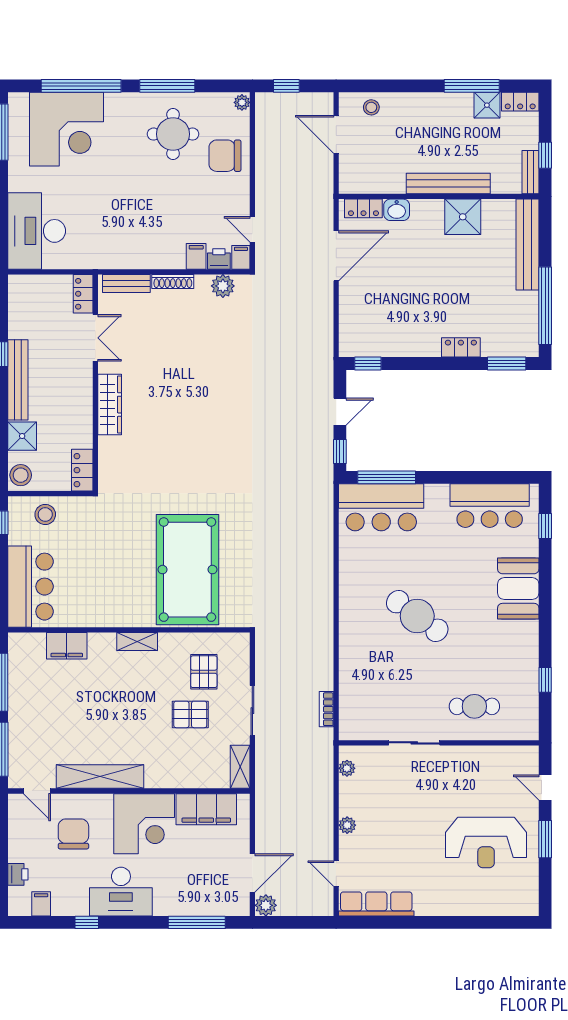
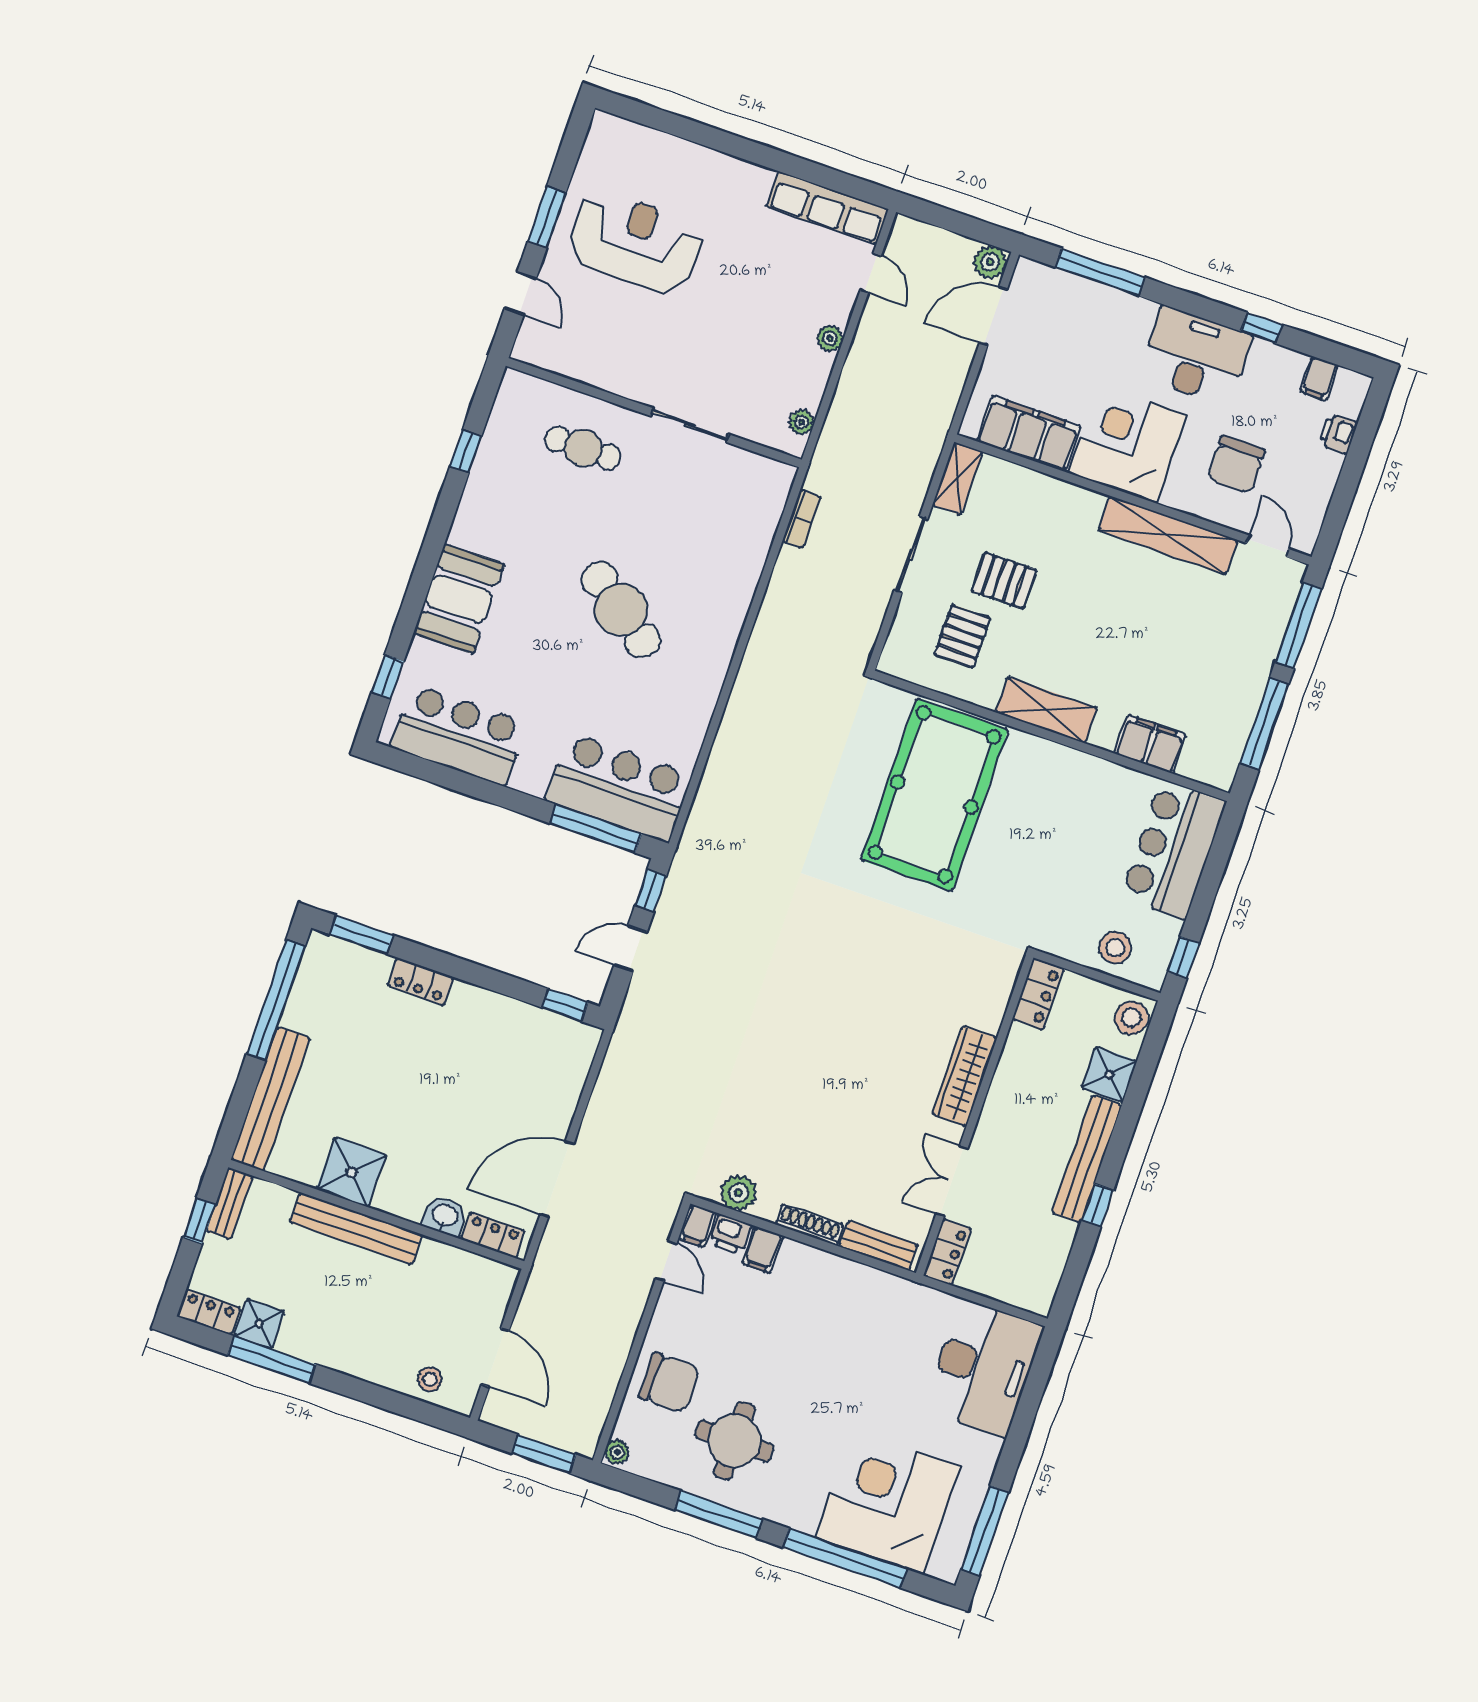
window: (286, 86) -> (544, 1454), width x1.50
shelving: (137, 641) -> (1046, 710), width x1.50, depth x1.33

